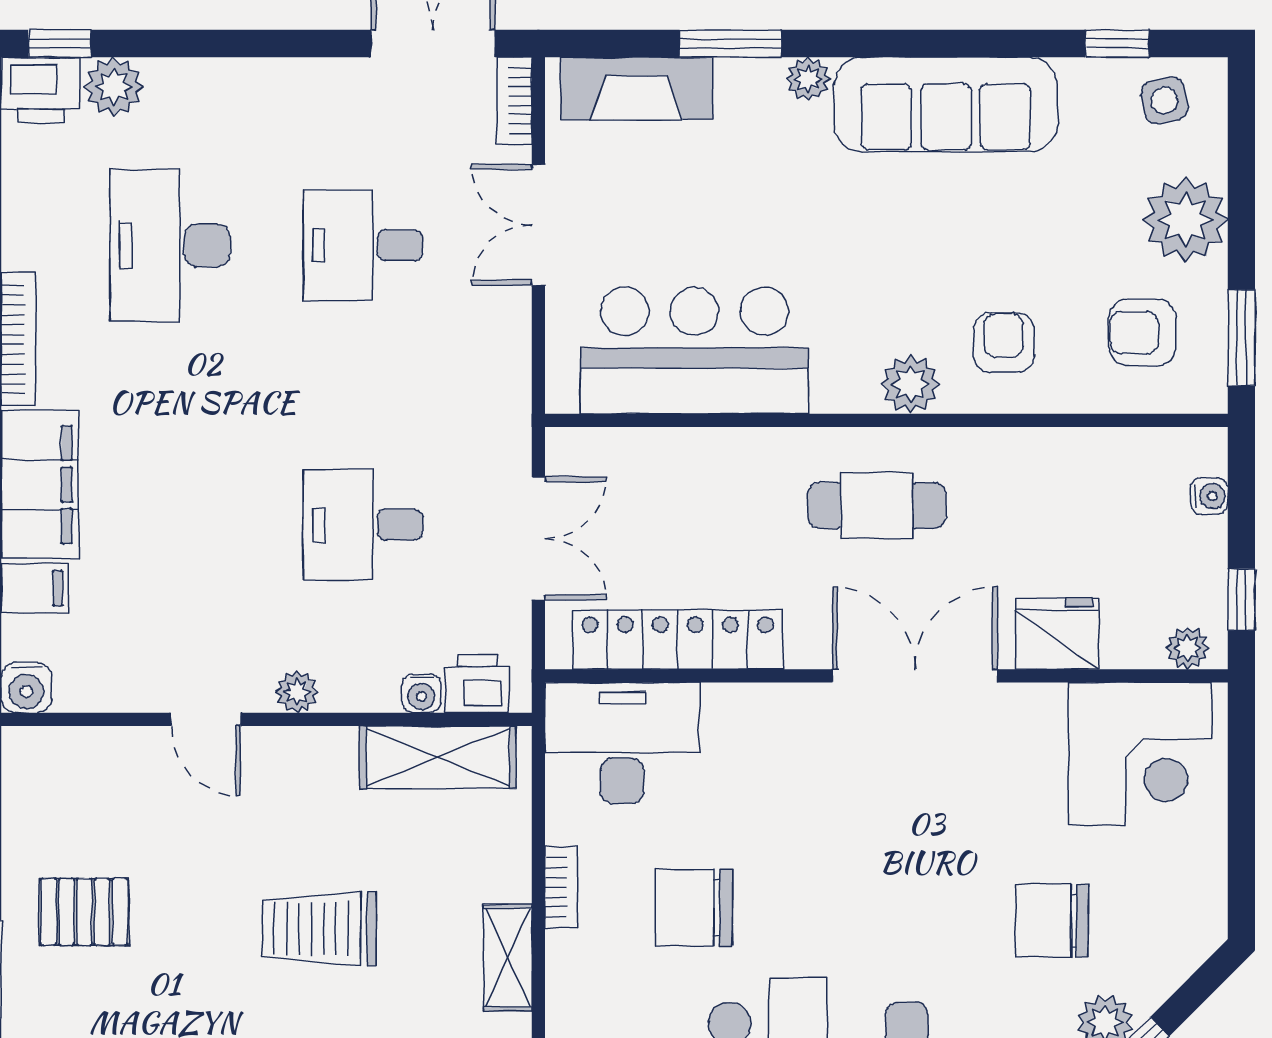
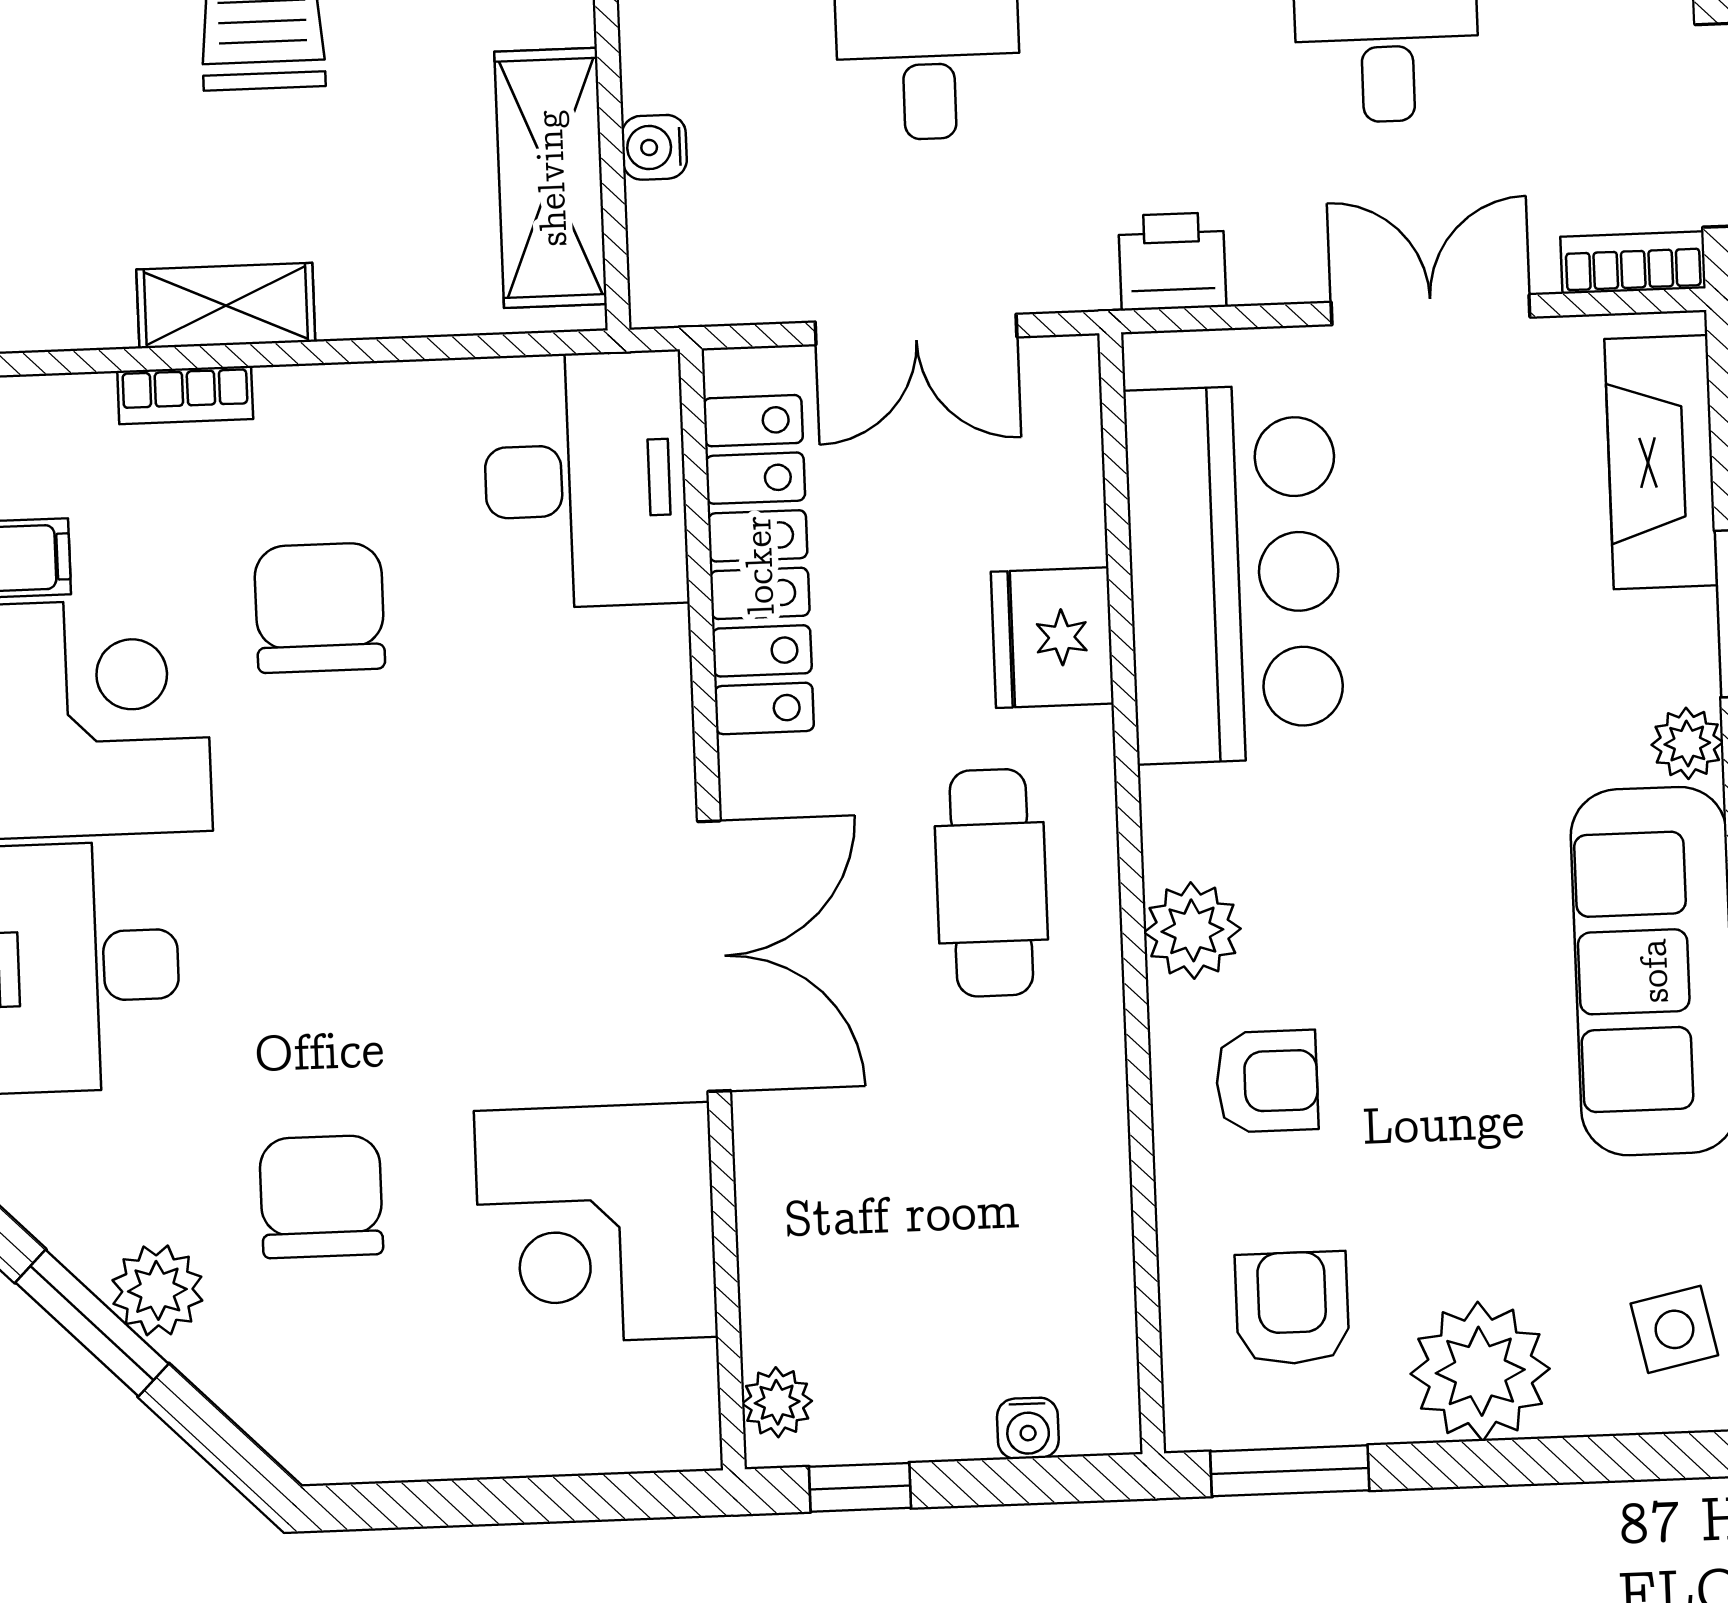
fridge: (1057, 634) -> (1052, 638), moved, turned 180
printer: (477, 684) -> (1172, 261), moved, turned -90
corner desk: (1140, 754) -> (596, 1224), moved
bookcase: (561, 887) -> (185, 395), moved

